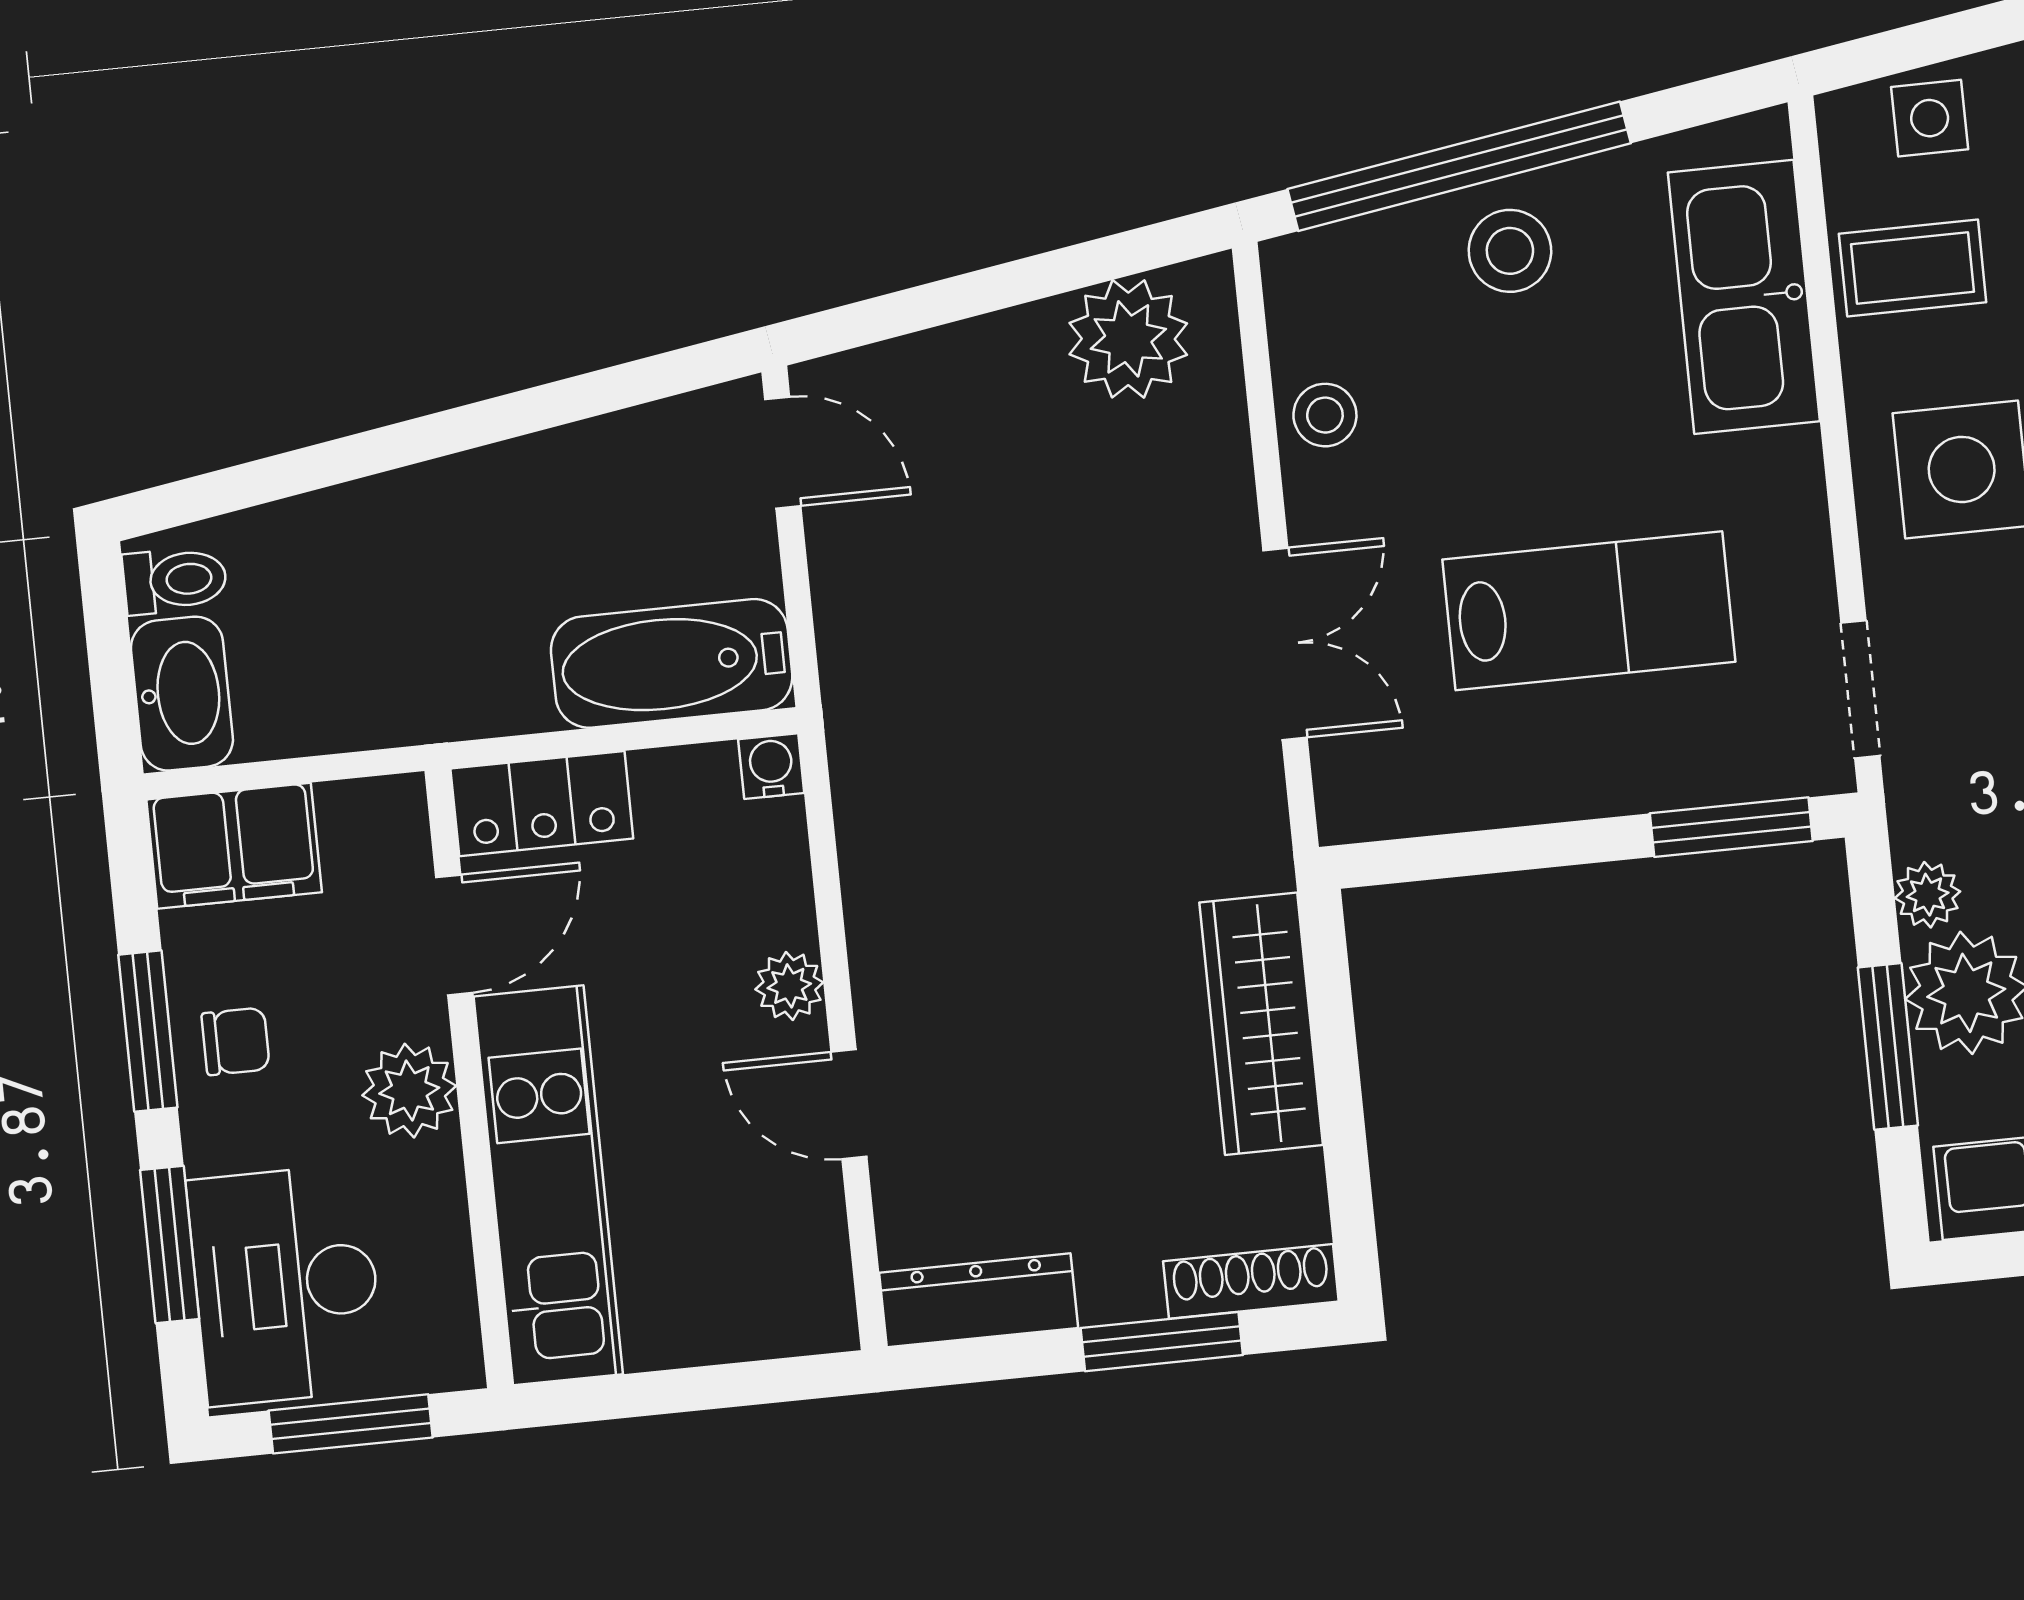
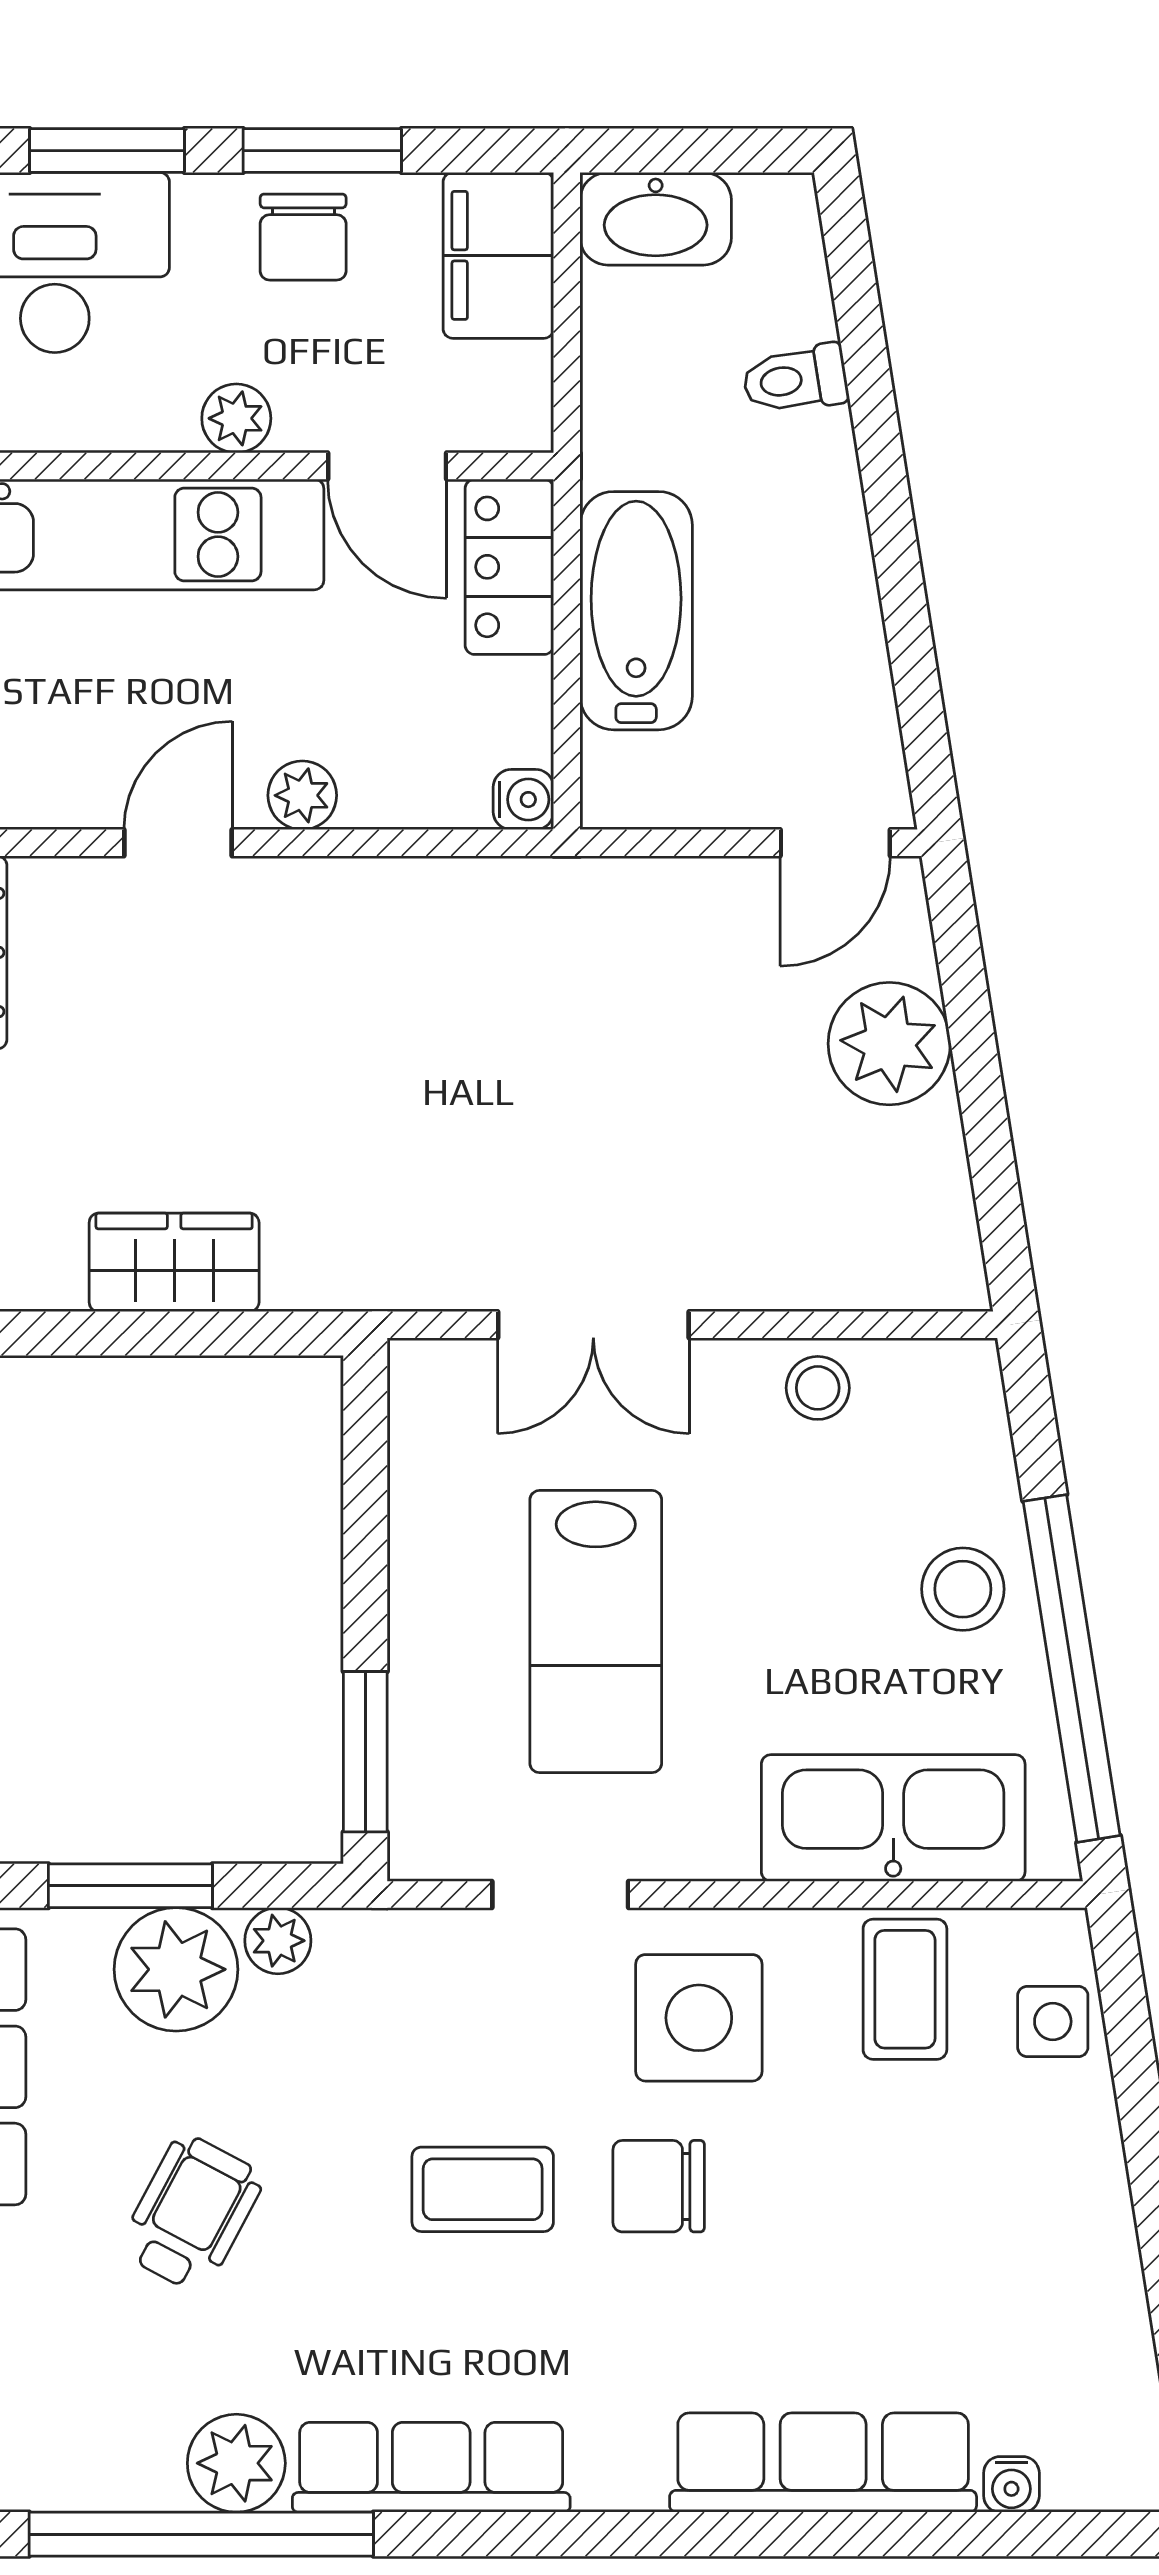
window: (1459, 166) -> (1072, 1668), moved
plant: (1128, 339) -> (889, 1044), moved
toilet: (175, 580) -> (795, 379), moved, turned 81
bathtub: (672, 663) -> (636, 611), moved
doorway: (1860, 689) -> (560, 1894), moved
wardrobe: (1261, 1024) -> (174, 1262), width x0.67
chair: (236, 1041) -> (303, 237), width x1.37, depth x1.37
plant: (409, 1091) -> (236, 418), width x0.73, depth x0.73

